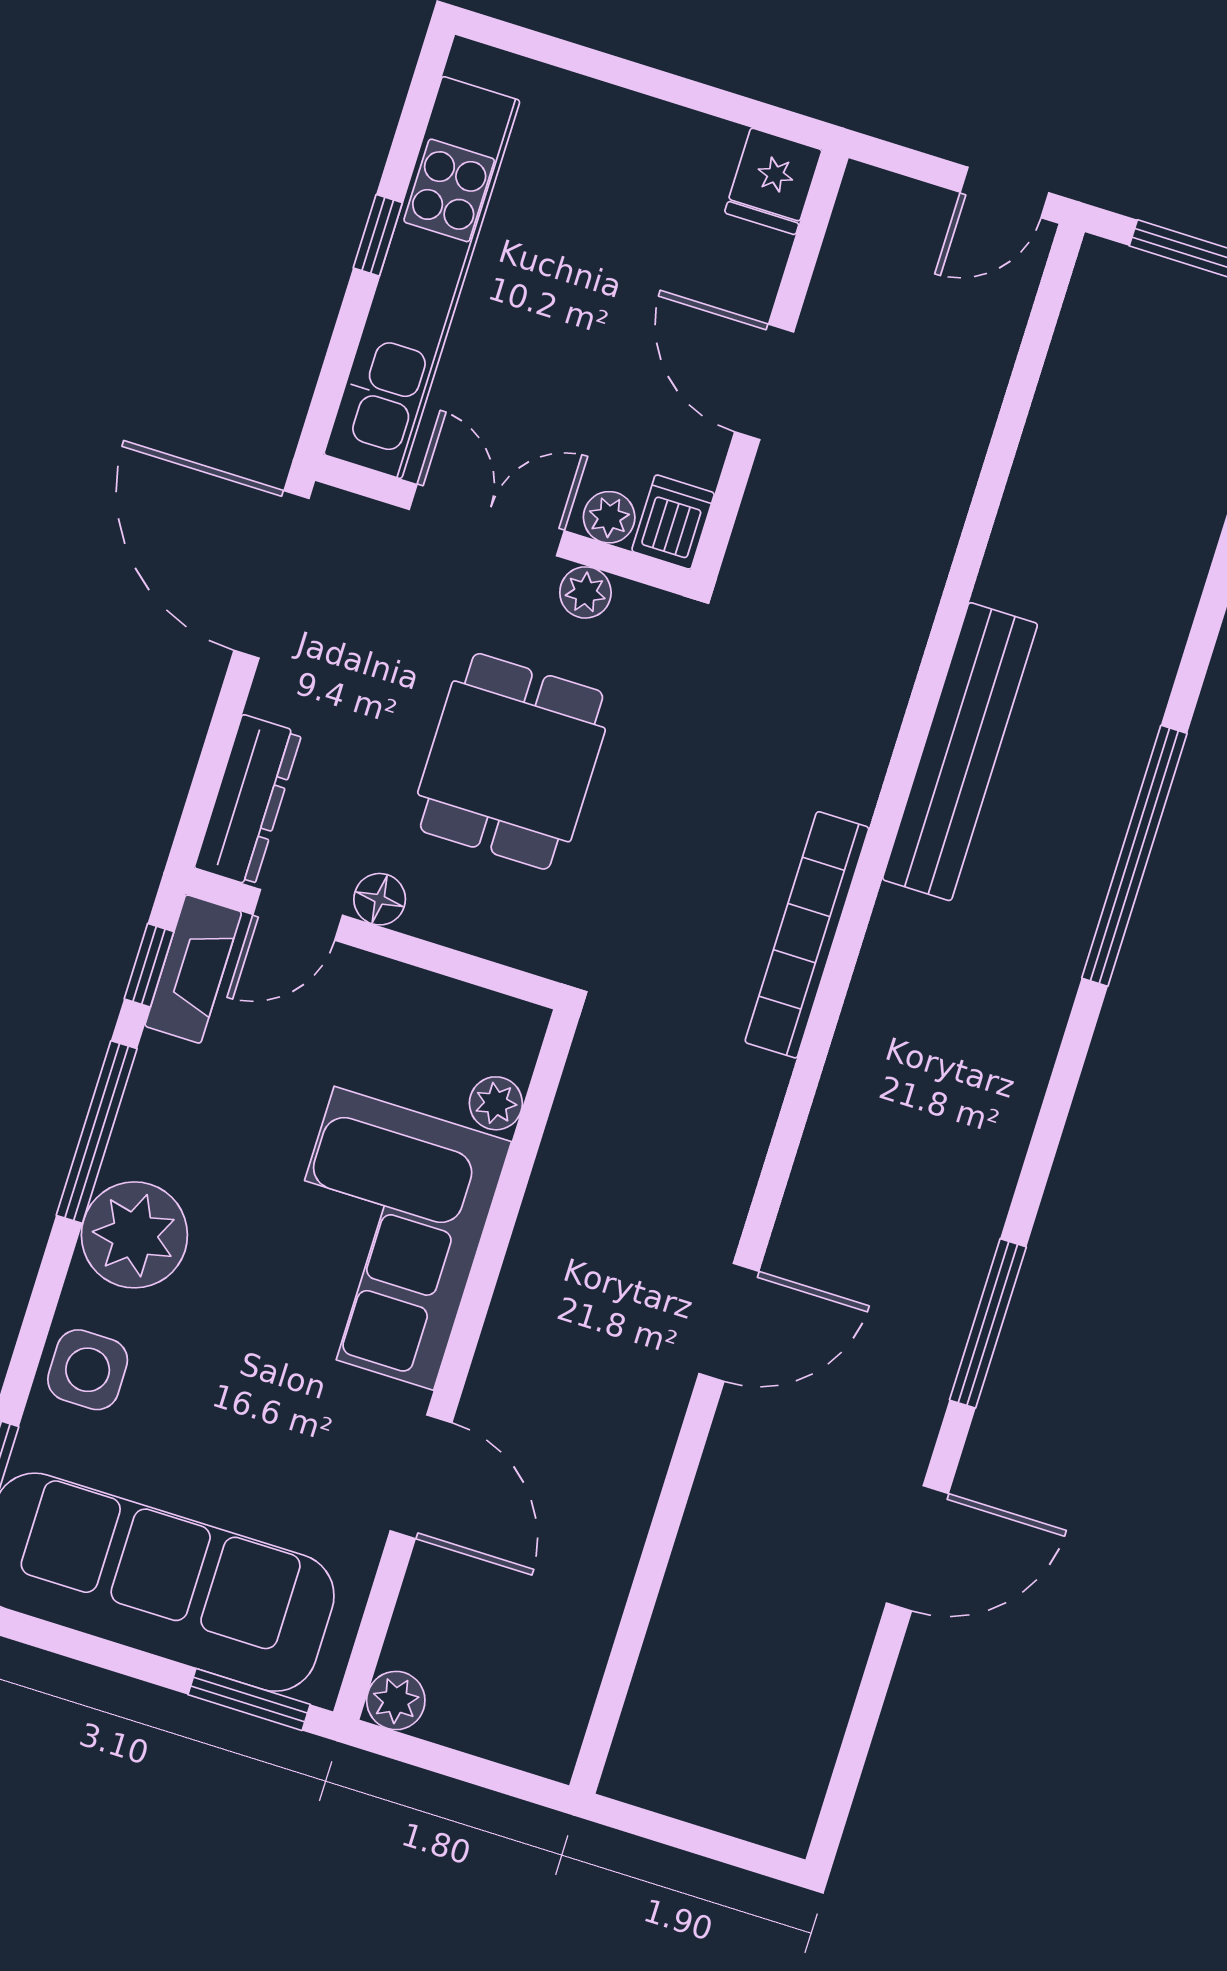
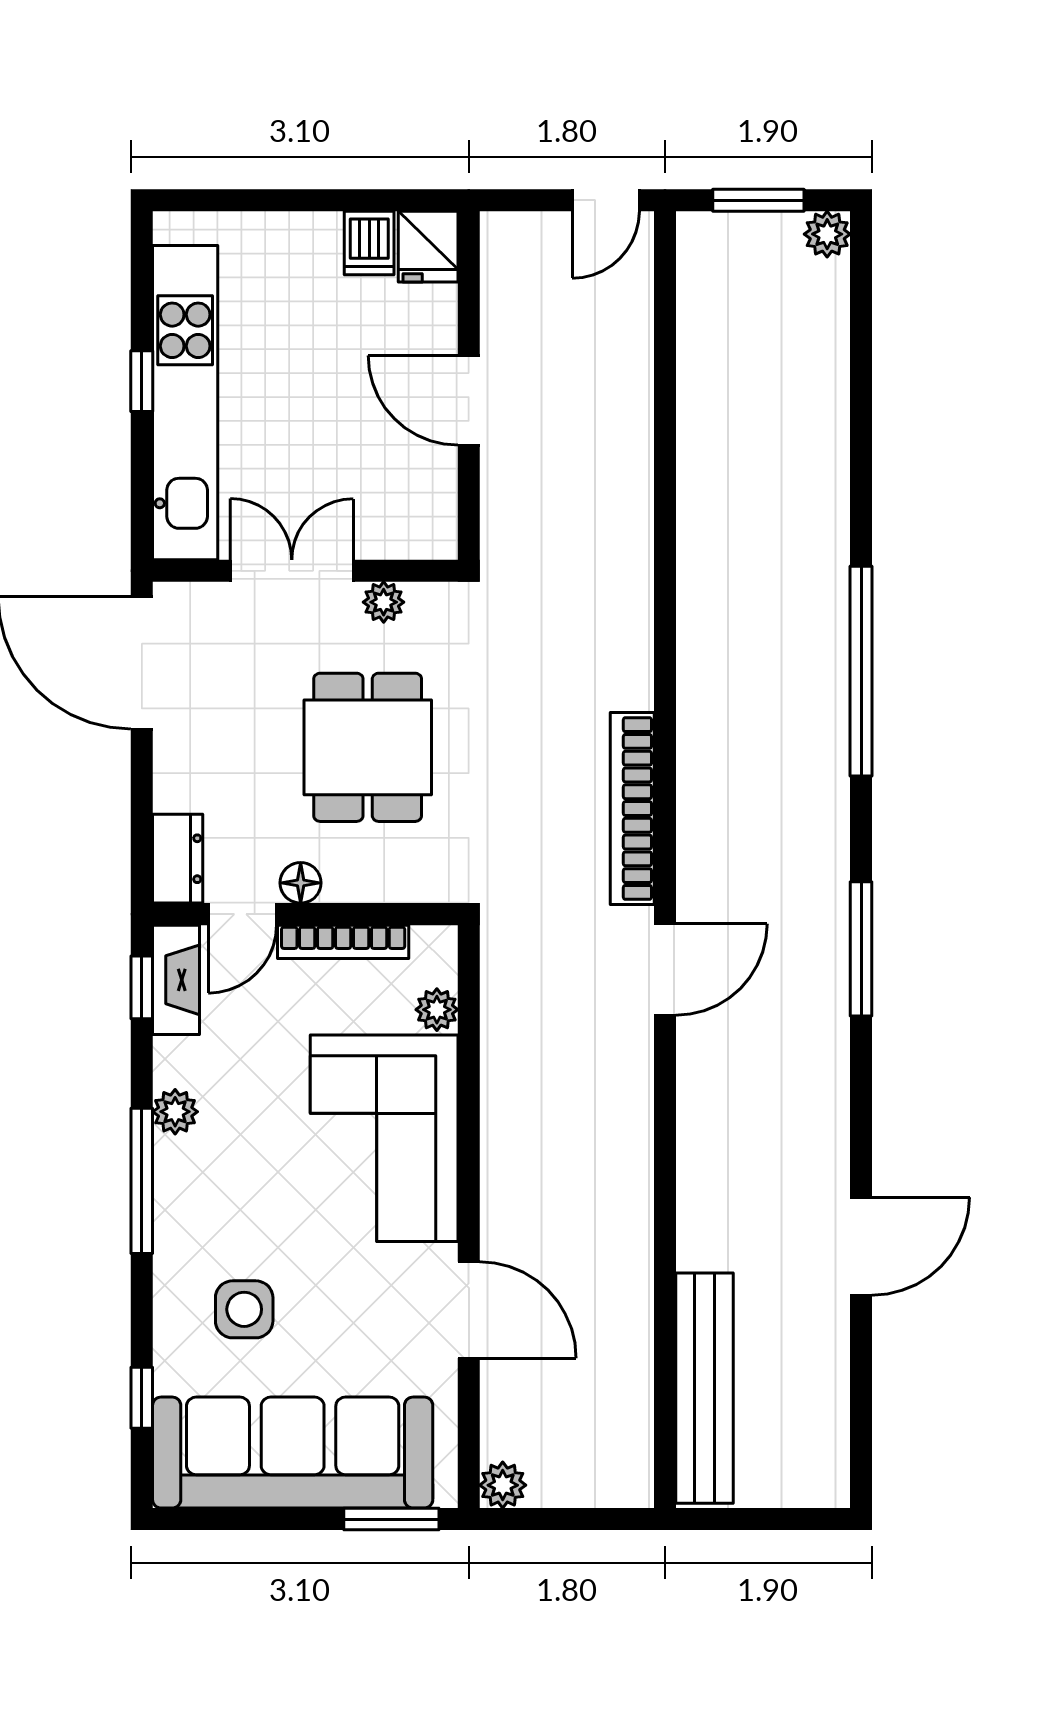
plant: (609, 517) -> (384, 540), removed
dishwasher: (673, 522) -> (369, 243), moved, turned 180
bench: (960, 752) -> (705, 1388), moved
dresser: (248, 800) -> (178, 859), width x0.70
bookcase: (409, 986) -> (343, 942), added
window: (97, 1132) -> (142, 1181), moved
plant: (134, 1235) -> (175, 1112), moved, width x0.53, depth x0.53
door: (729, 1322) -> (665, 969), moved
window: (988, 1323) -> (861, 949), moved
side table: (88, 1370) -> (244, 1309), moved

